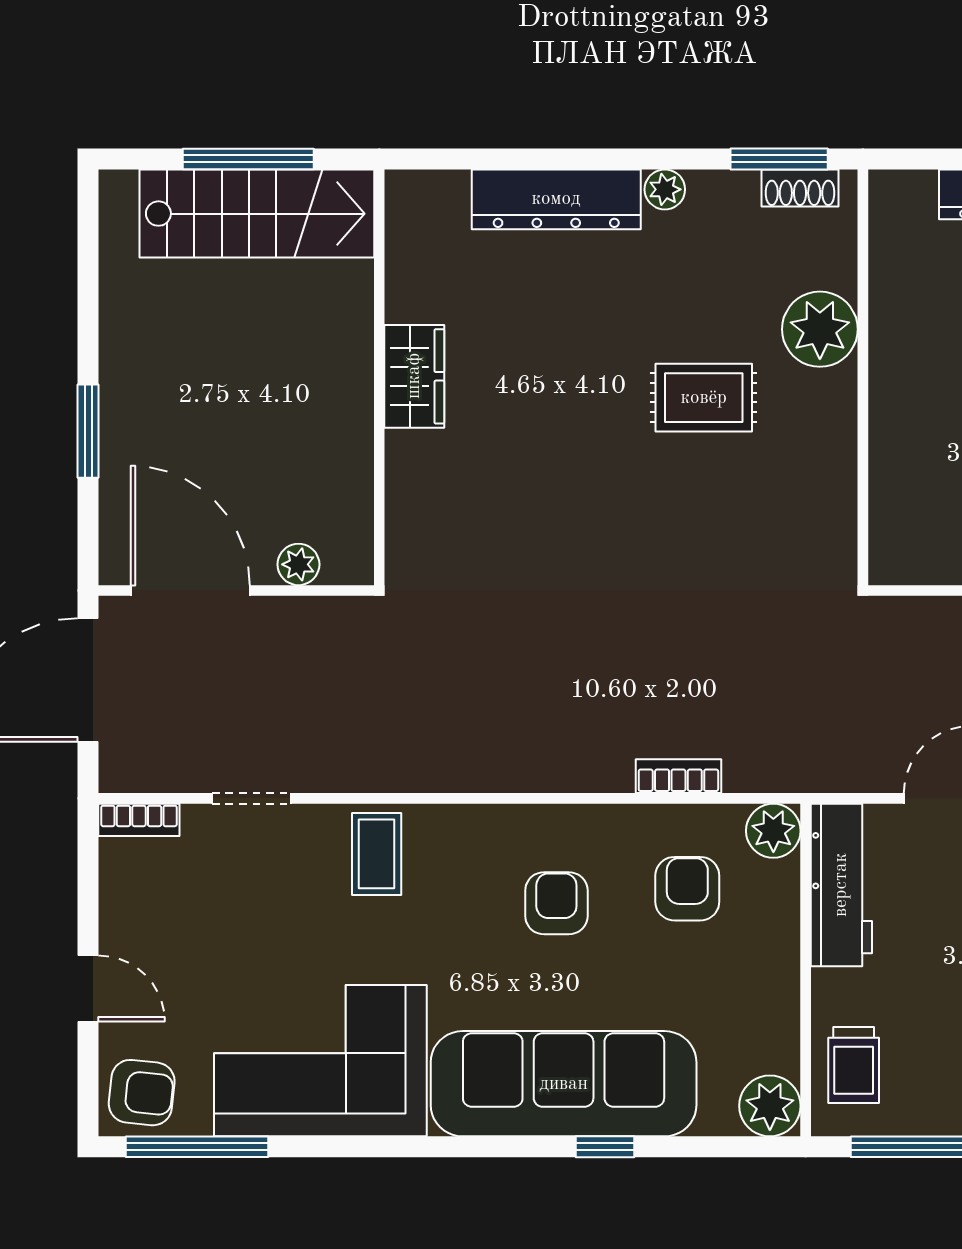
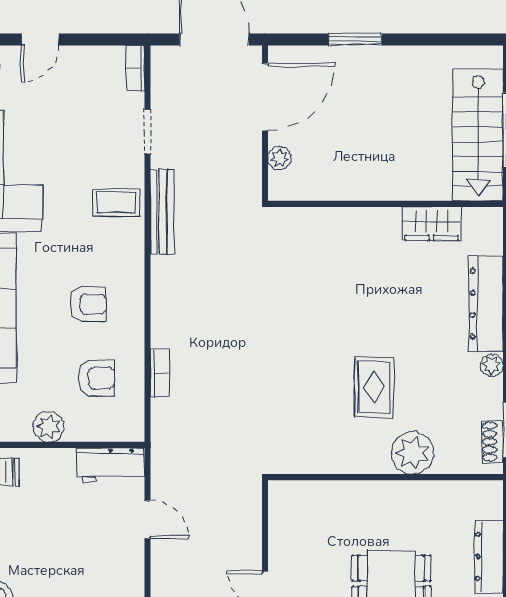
wardrobe: (414, 376) -> (431, 224), moved
bench: (393, 772) -> (162, 212), added
plant: (773, 831) -> (49, 427), moved
workbench: (841, 885) -> (111, 465), width x0.73

